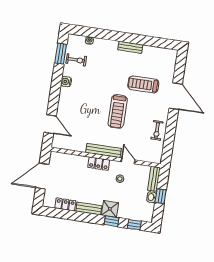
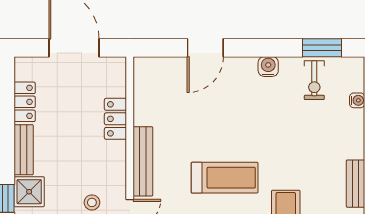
treadmill: (118, 111) -> (225, 178), turned 180
door: (50, 124) -> (205, 48), moved
locker: (99, 164) -> (115, 119), moved

